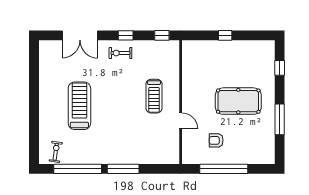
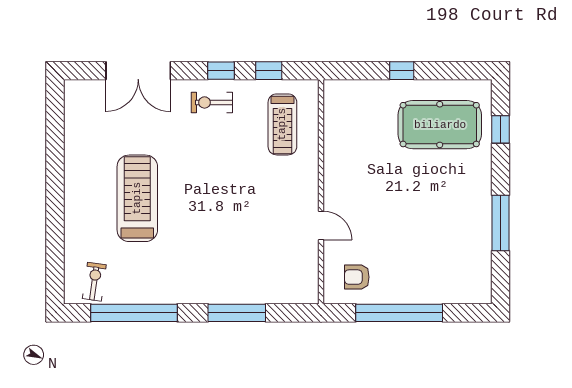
window: (162, 35) -> (269, 71), moved
treadmill: (154, 96) -> (282, 124), moved
pool table: (238, 101) -> (440, 125), moved
armchair: (216, 140) -> (357, 277), moved
window: (123, 169) -> (237, 313), moved

